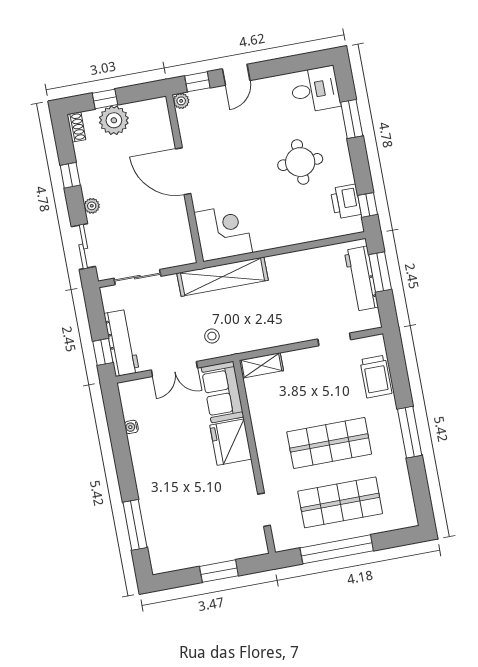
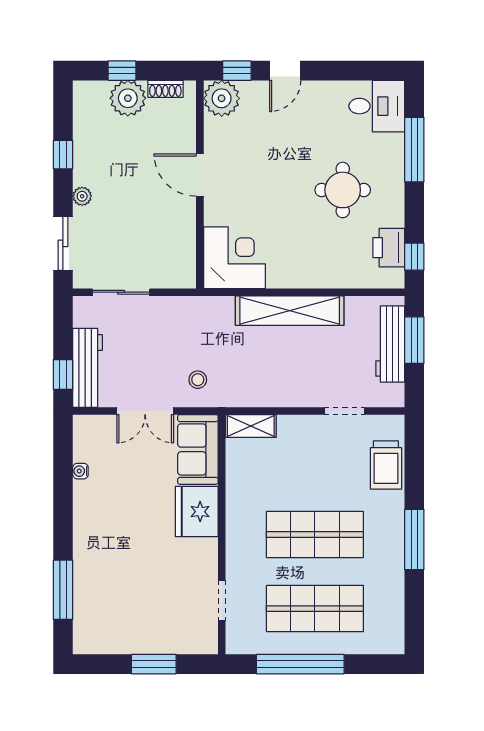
plant: (181, 101) -> (222, 98), width x1.88, depth x1.88
window: (352, 119) -> (414, 150), width x1.44
shoe rack: (76, 127) -> (165, 89), moved, turned 90
door: (183, 171) -> (200, 175), width x0.73
shelving: (223, 277) -> (290, 311), moved

